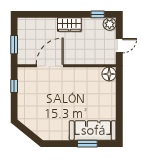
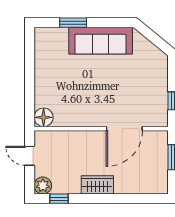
door: (119, 46) -> (30, 156), hinge flipped
sofa: (93, 130) -> (101, 41), moved

